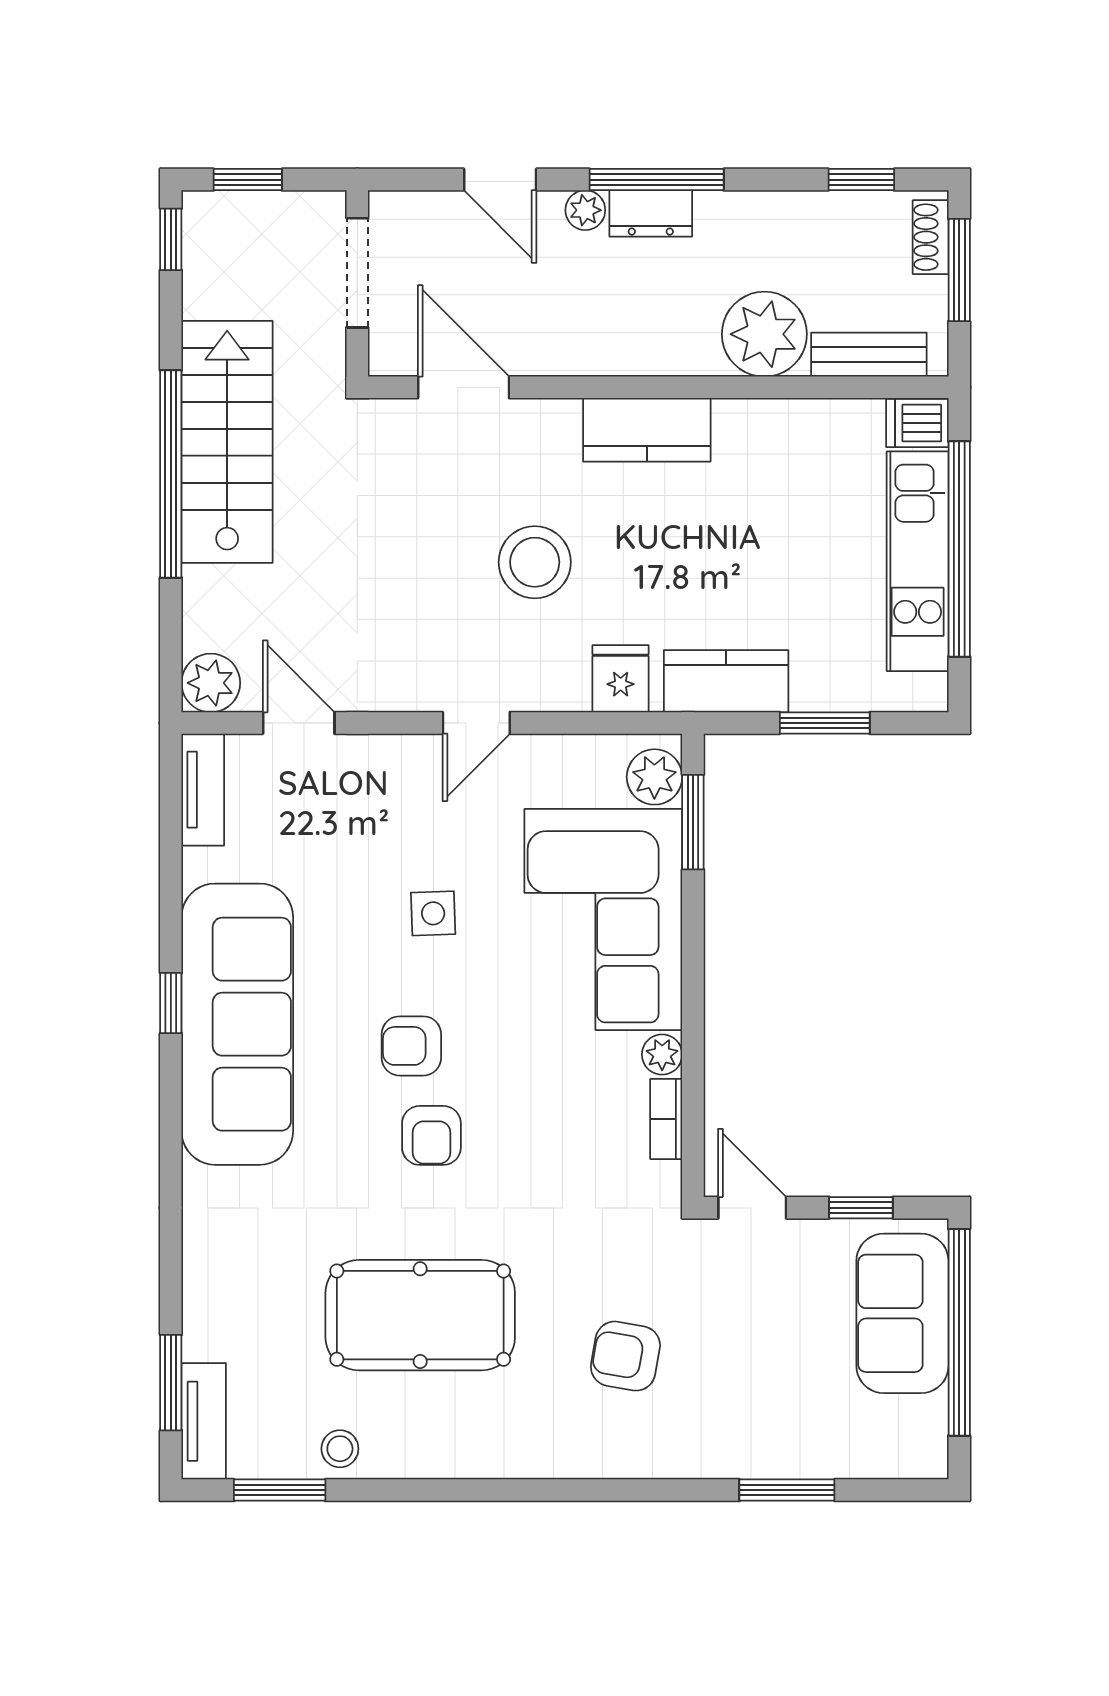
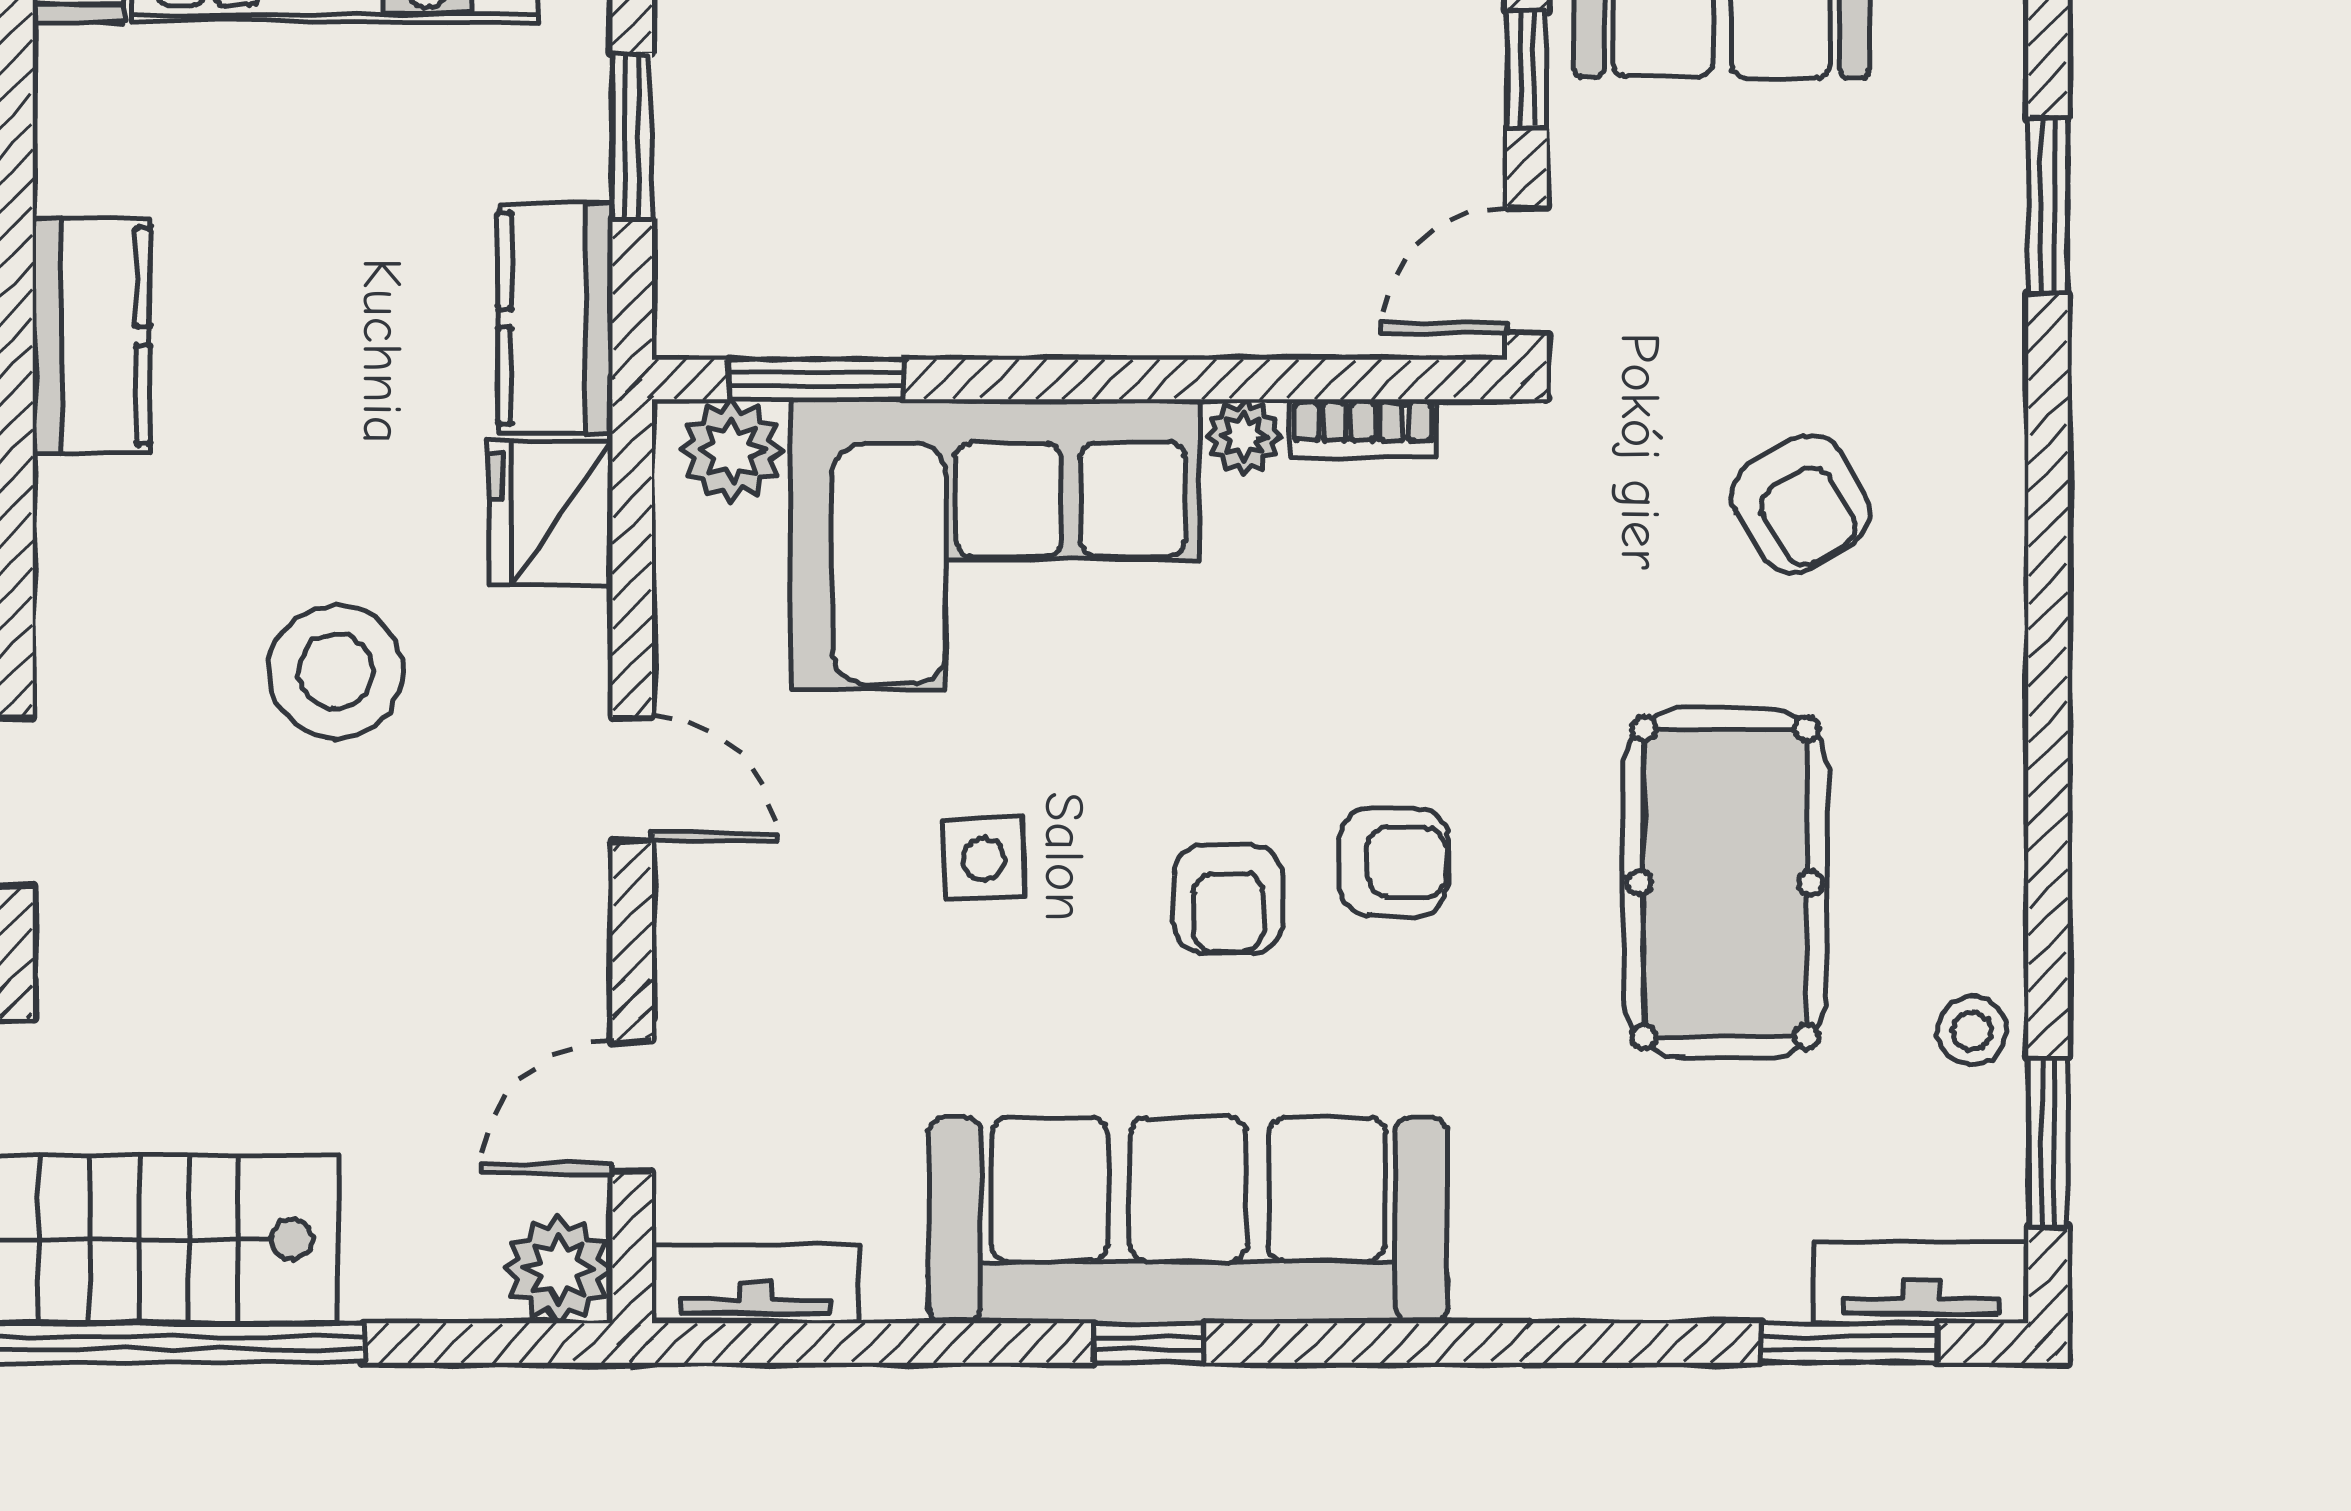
kitchen counter: (647, 430) -> (91, 336), moved
fridge: (621, 679) -> (551, 513), width x1.38
armchair: (625, 1356) -> (1801, 504), turned -41

